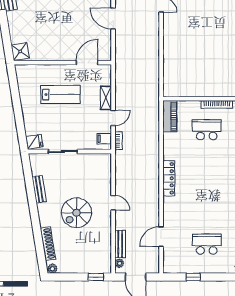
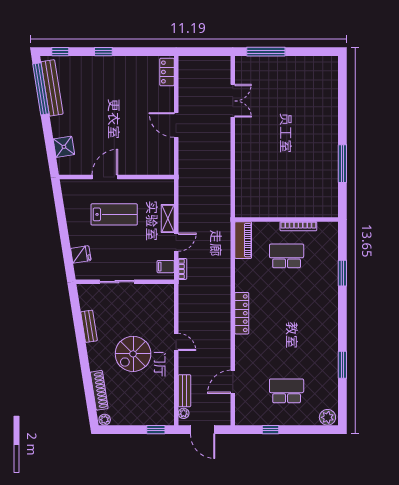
shower: (20, 51) -> (64, 147), moved
door: (87, 63) -> (105, 177), moved
fridge: (34, 142) -> (81, 254), moved

